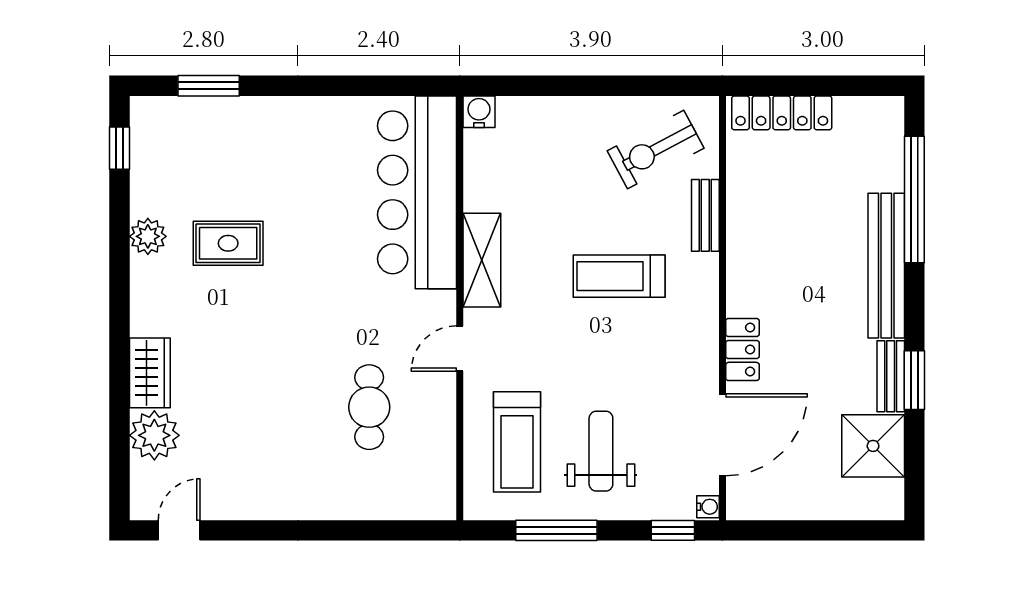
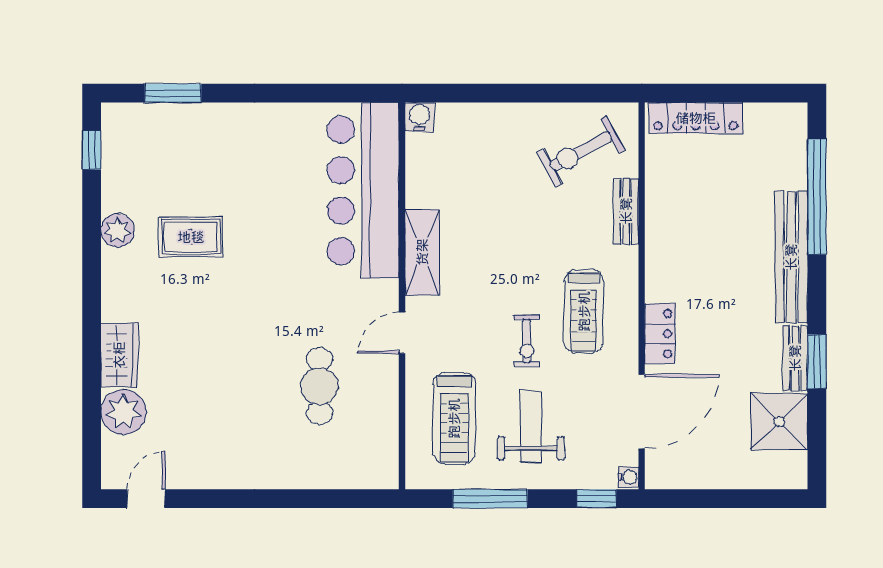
treadmill: (619, 276) -> (584, 311), moved, turned -90
exercise bike: (596, 357) -> (527, 341), added

